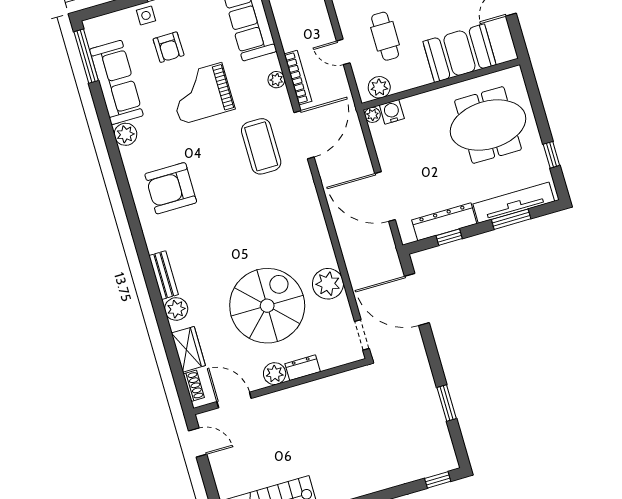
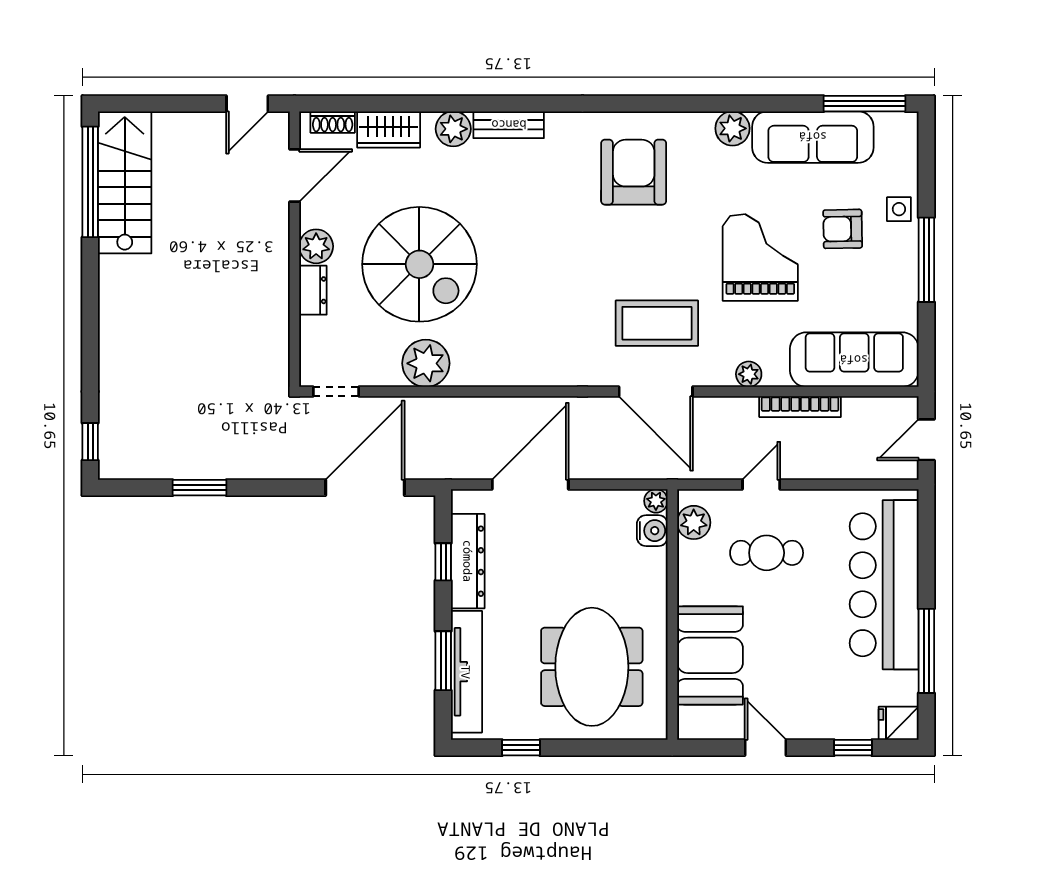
bookcase: (298, 78) -> (800, 407), moved

